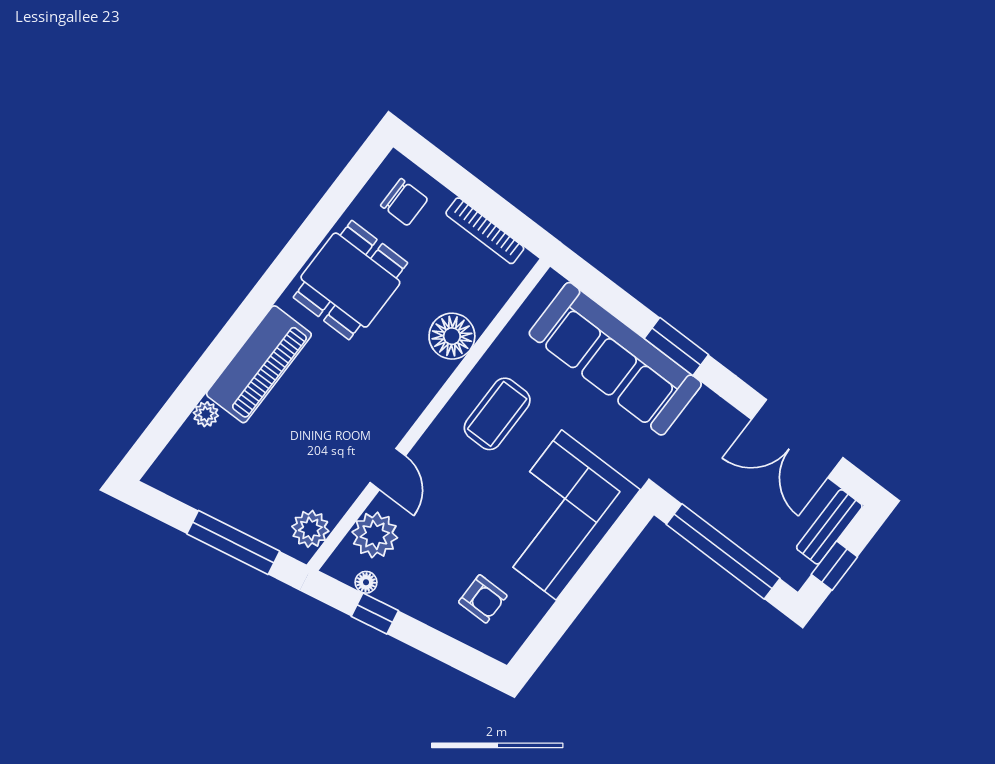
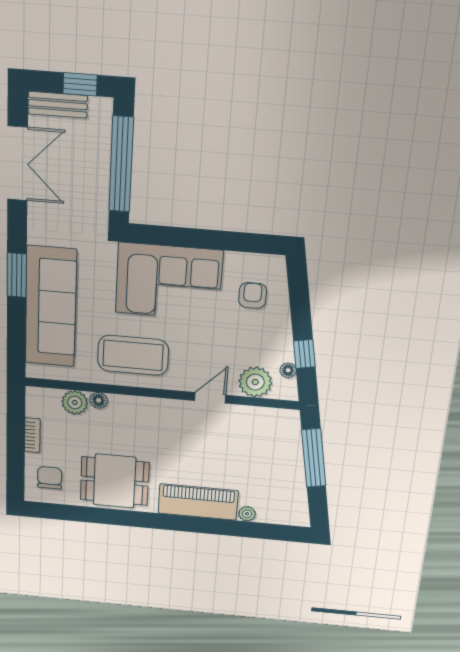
bookcase: (485, 231) -> (32, 435), width x0.64
floor lamp: (452, 336) -> (99, 400), width x0.53, depth x0.53
coffee table: (497, 414) -> (133, 355), width x1.36, depth x1.32
plant: (310, 529) -> (75, 402), moved

